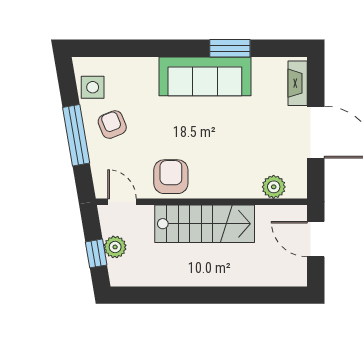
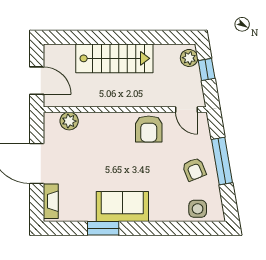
sofa: (205, 76) -> (122, 207), width x0.73
side table: (93, 87) -> (198, 209), moved
stairs: (205, 224) -> (114, 58), moved, turned 180
plant: (115, 247) -> (189, 58), moved

